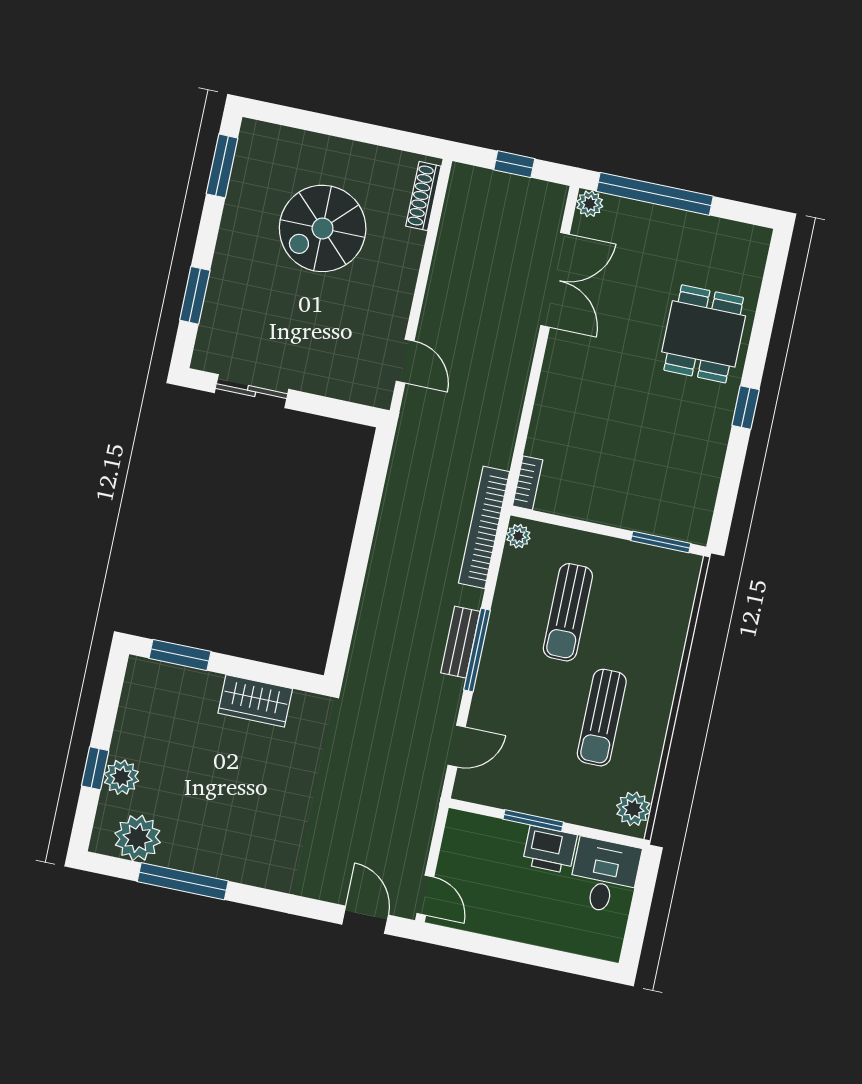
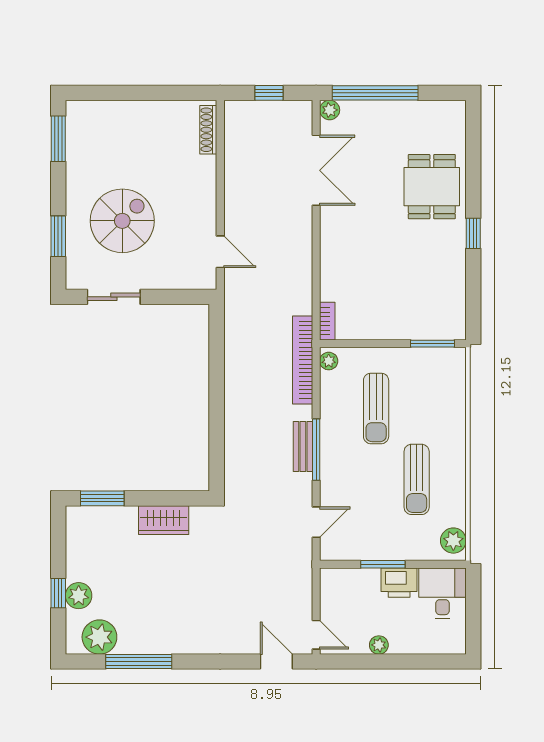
spiral stairs: (323, 228) -> (122, 221), moved, turned 180
plant: (505, 926) -> (379, 645), added

